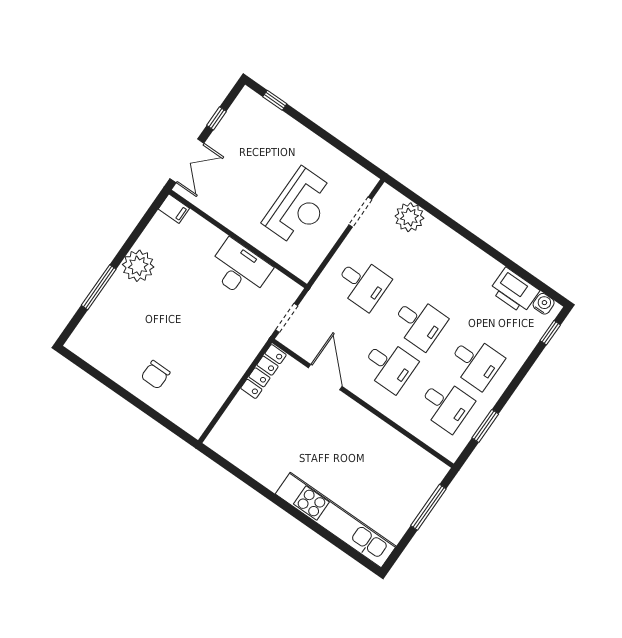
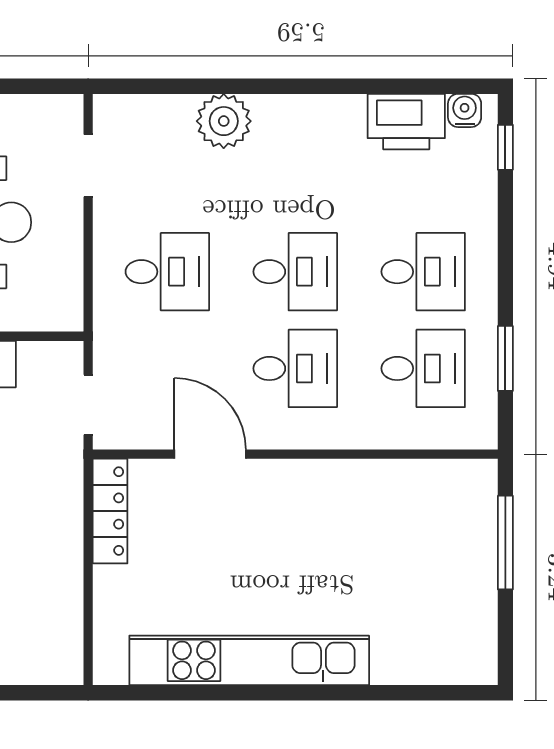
plant: (409, 217) -> (224, 121), moved
kitchen unit: (336, 520) -> (249, 660), moved

